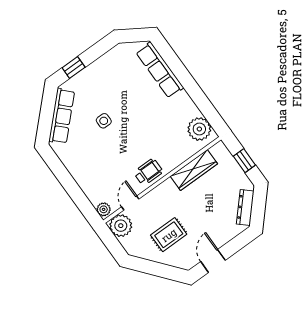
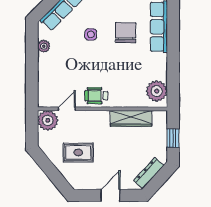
chair: (134, 97) -> (126, 33), added
wheelchair: (148, 172) -> (96, 96), turned 180
plant: (104, 209) -> (44, 46), moved
door: (213, 261) -> (111, 195), moved

